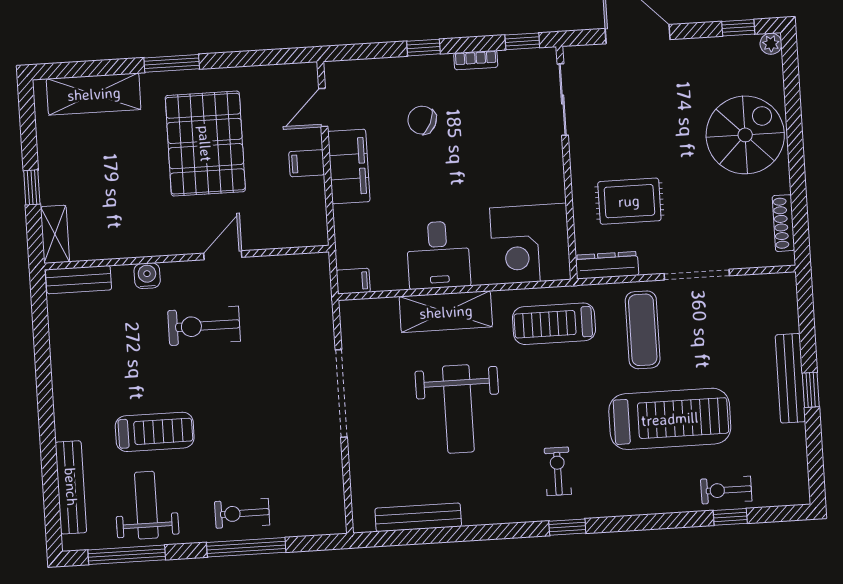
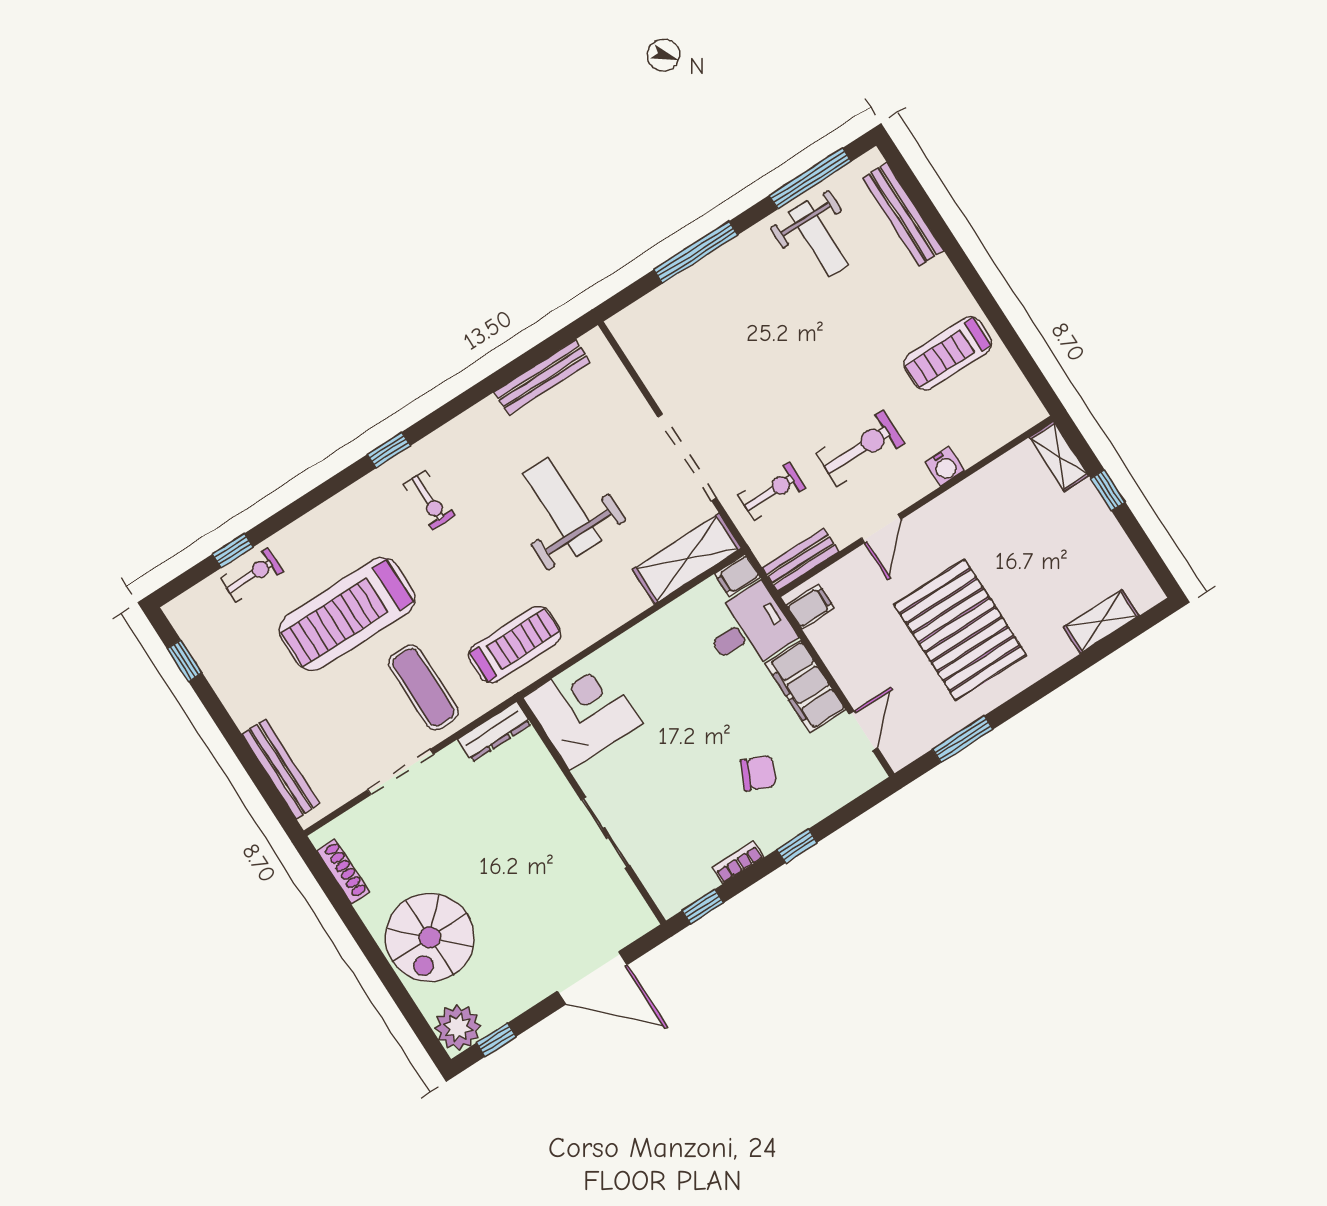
plant: (771, 44) -> (458, 1027), width x1.87, depth x1.87
window: (172, 63) -> (963, 739), moved
shelving: (94, 94) -> (1101, 621), width x0.67, depth x0.75
sliding door: (563, 100) -> (605, 833), moved
filing cabinet: (307, 163) -> (810, 606), moved
rug: (629, 201) -> (508, 808), removed
desk: (438, 255) -> (749, 629), moved, turned 90
bench: (79, 280) -> (801, 560), moved
shelving: (446, 312) -> (687, 559), moved
bench: (790, 378) -> (281, 769), moved
window: (811, 390) -> (185, 661), moved
treadmill: (155, 432) -> (948, 353), moved
exercise bike: (242, 513) -> (772, 491), moved

